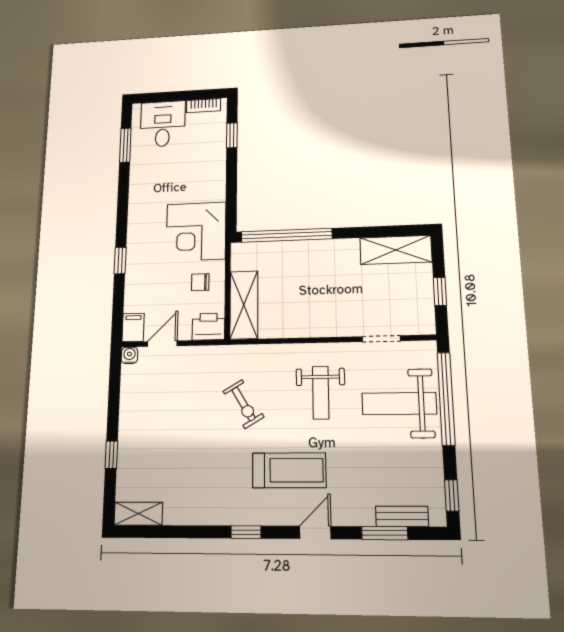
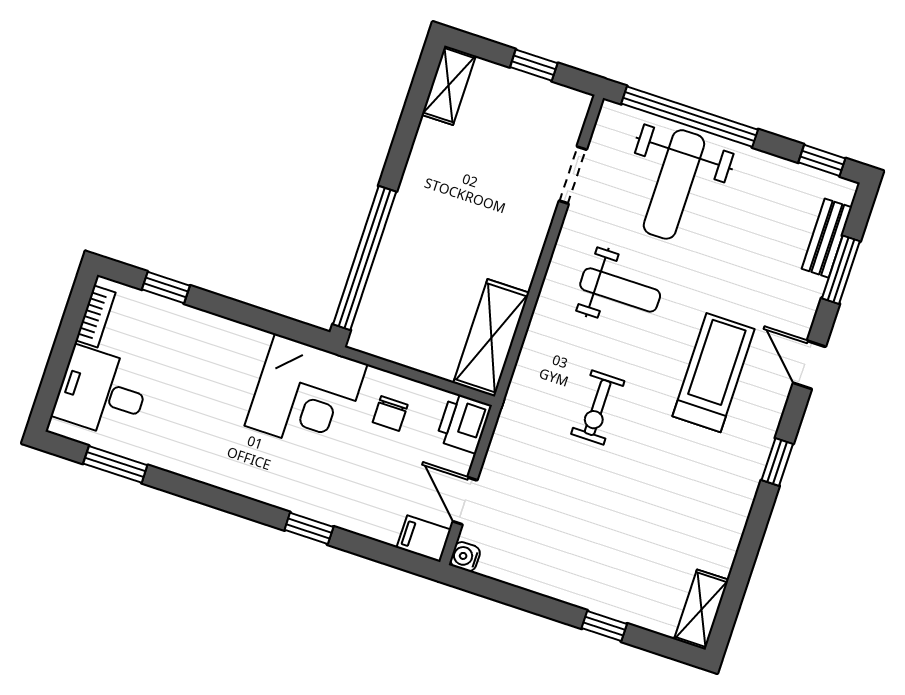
shelving: (396, 250) -> (449, 85), width x0.67, depth x0.75
shelving: (244, 305) -> (491, 338), moved, turned 90
exercise bike: (243, 404) -> (598, 408), turned 121

